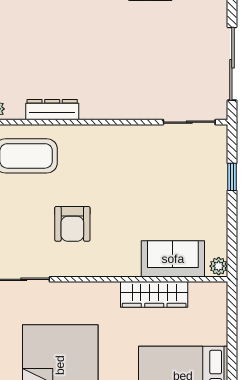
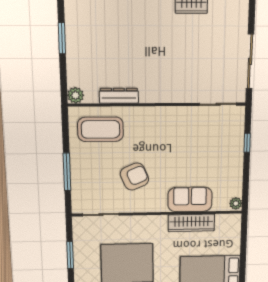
armchair: (72, 224) -> (134, 177), turned -113
sofa: (173, 259) -> (190, 199), moved

